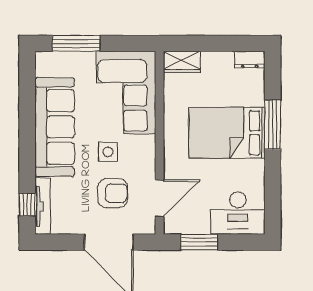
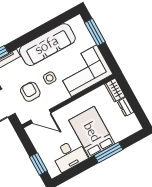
dresser: (250, 60) -> (126, 107), moved
armchair: (113, 193) -> (30, 92), turned 180
desk: (238, 213) -> (69, 155), moved, turned -90
window: (199, 242) -> (38, 164), moved

